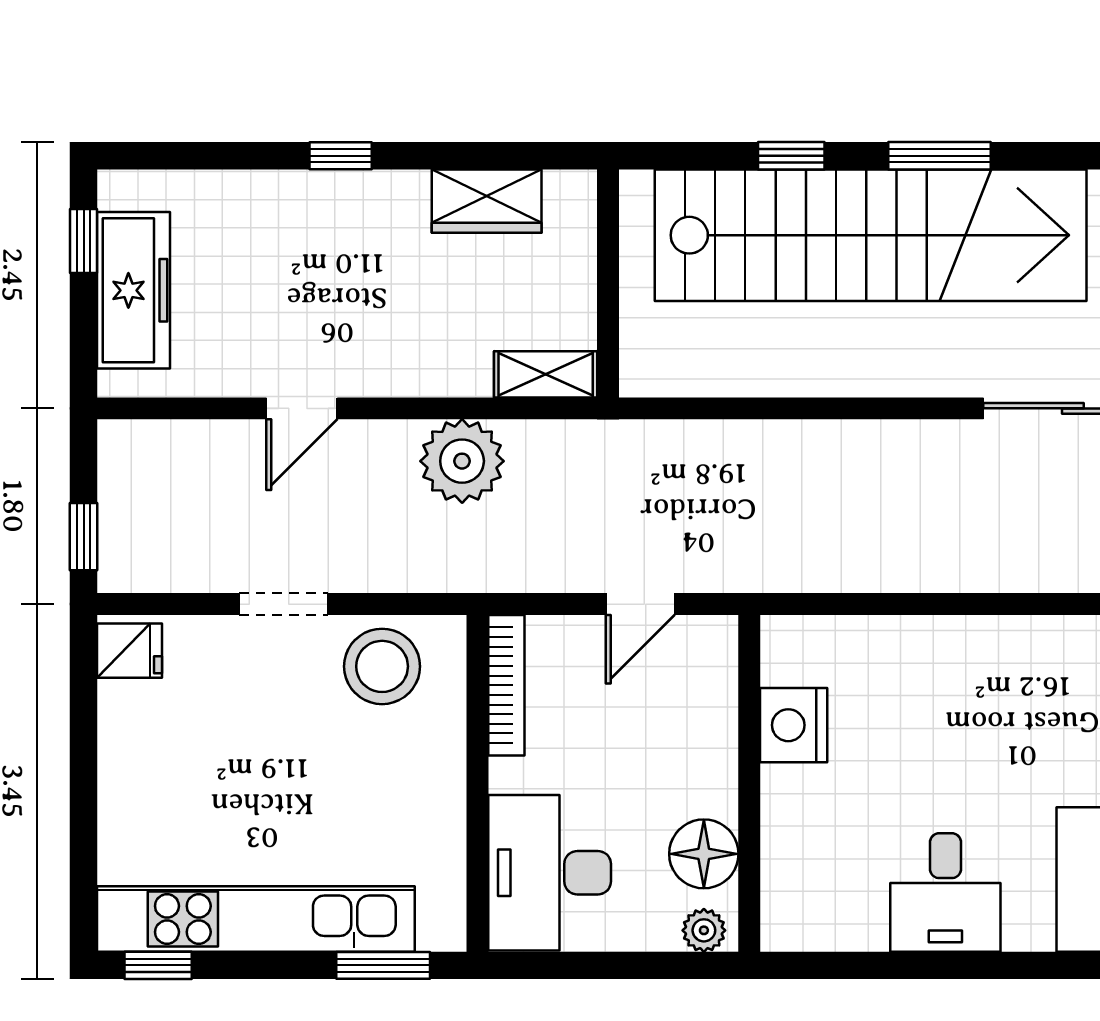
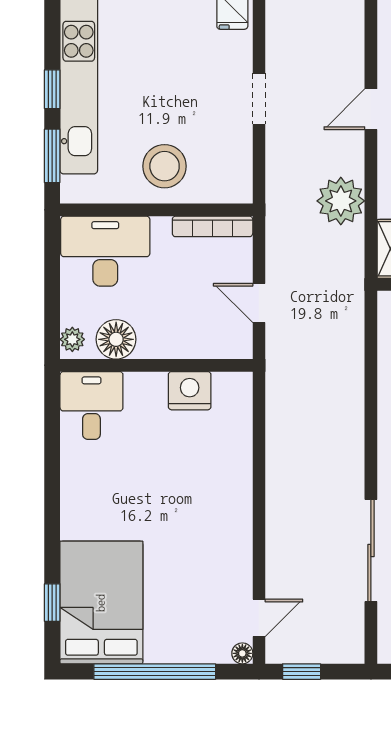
door: (302, 408) -> (371, 109), hinge flipped
stool: (382, 666) -> (165, 166), moved
desk: (945, 892) -> (91, 406), moved, turned 90
window: (158, 965) -> (52, 89), moved

